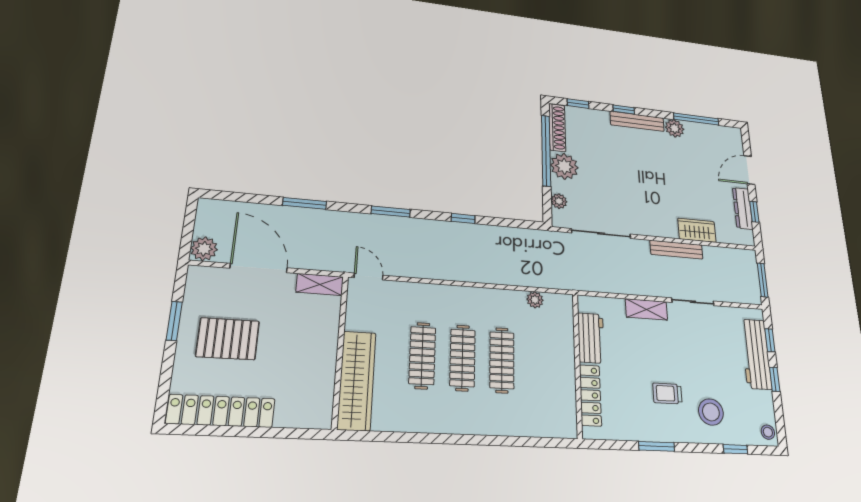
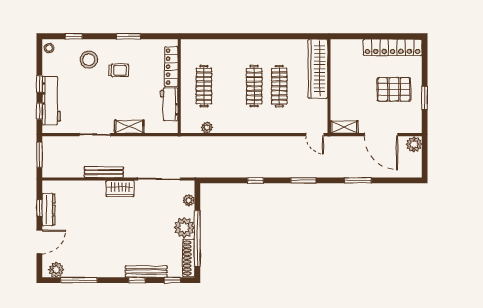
bench: (637, 121) -> (146, 271), moved
plant: (675, 128) -> (56, 270), moved
wardrobe: (697, 230) -> (120, 188), moved
clothes rail: (502, 360) -> (204, 86), moved

